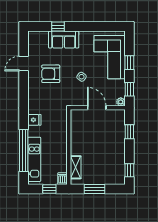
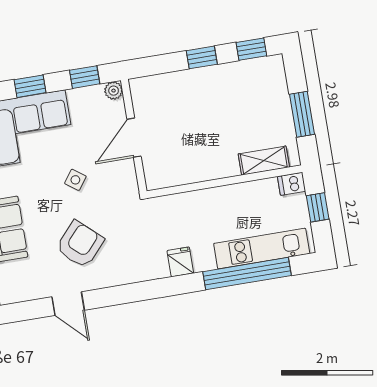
armchair: (51, 74) -> (80, 244), turned -138
window: (129, 132) -> (202, 57), moved

